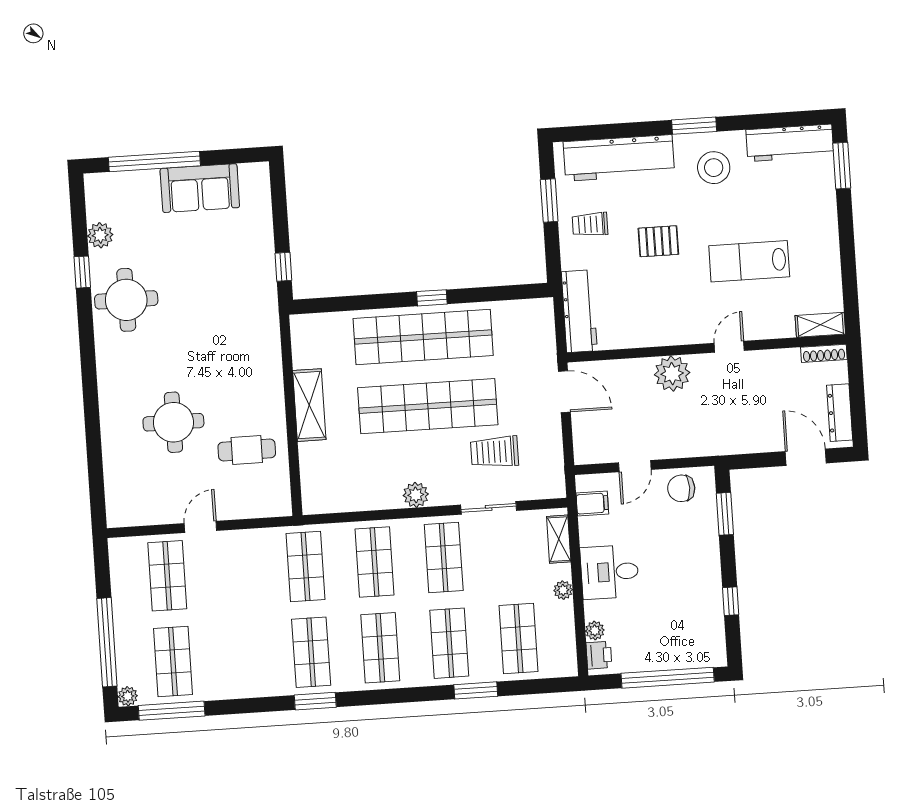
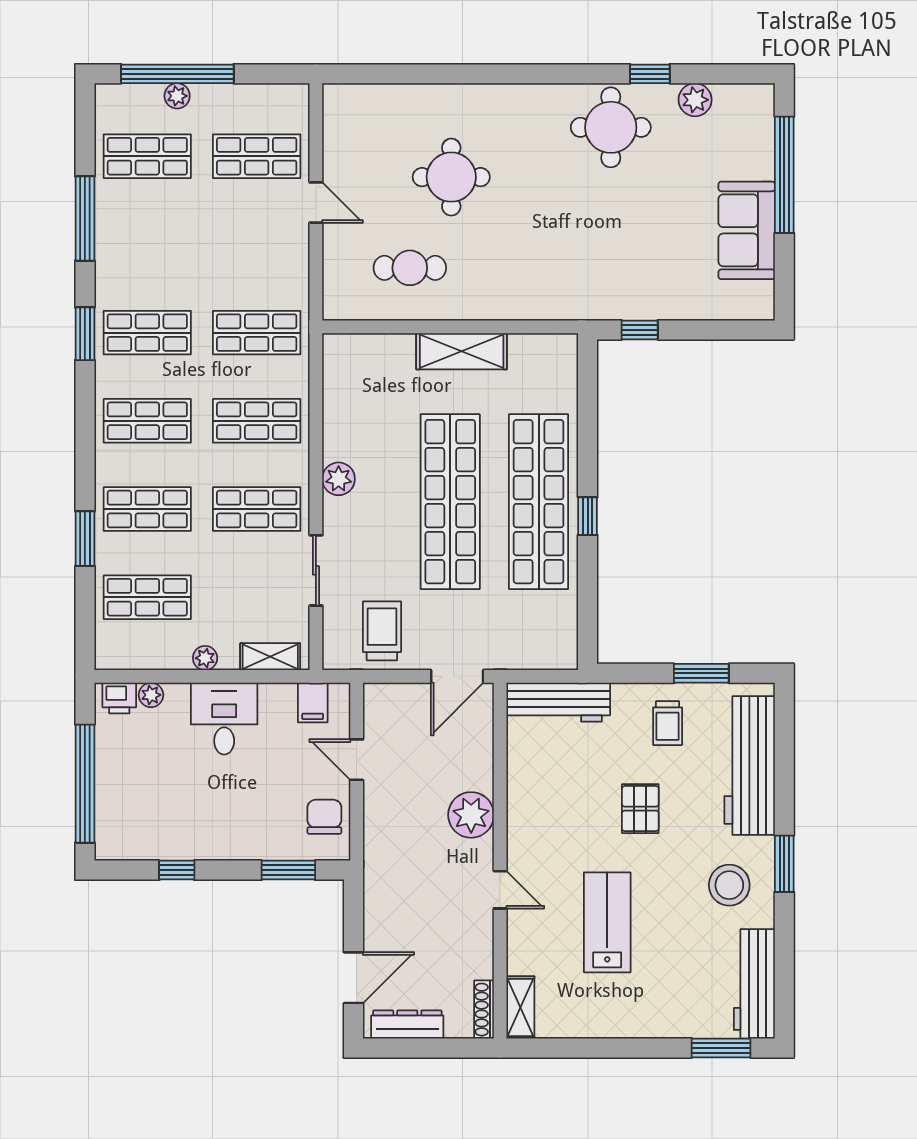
trolley: (590, 224) -> (668, 723), turned 180
cafe table: (247, 450) -> (410, 268), turned 90
trolley: (494, 452) -> (382, 631), moved
plant: (128, 696) -> (177, 96), moved
window: (172, 711) -> (85, 218), moved

